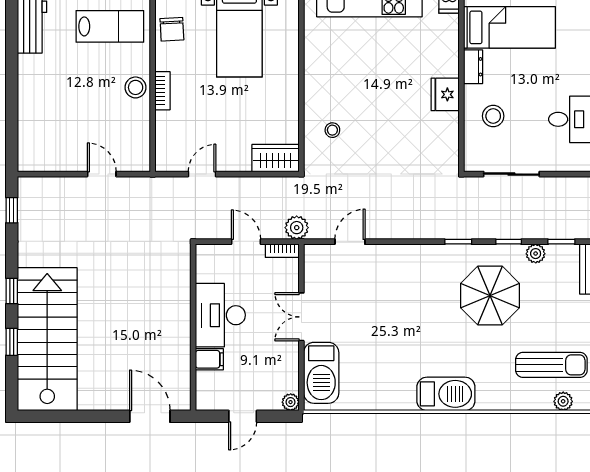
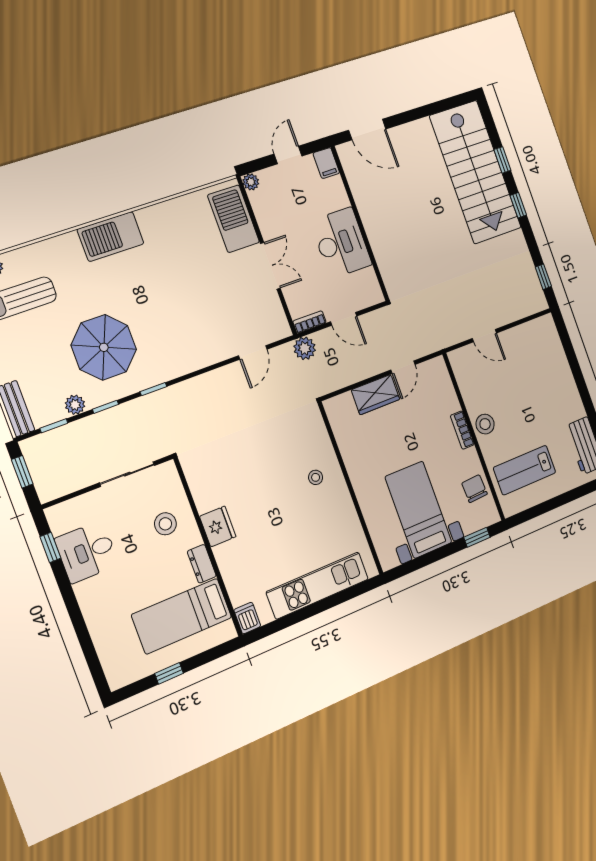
stool: (332, 130) -> (316, 477), moved
wardrobe: (275, 158) -> (375, 395), moved
filing cabinet: (209, 359) -> (326, 163), moved, turned -90

